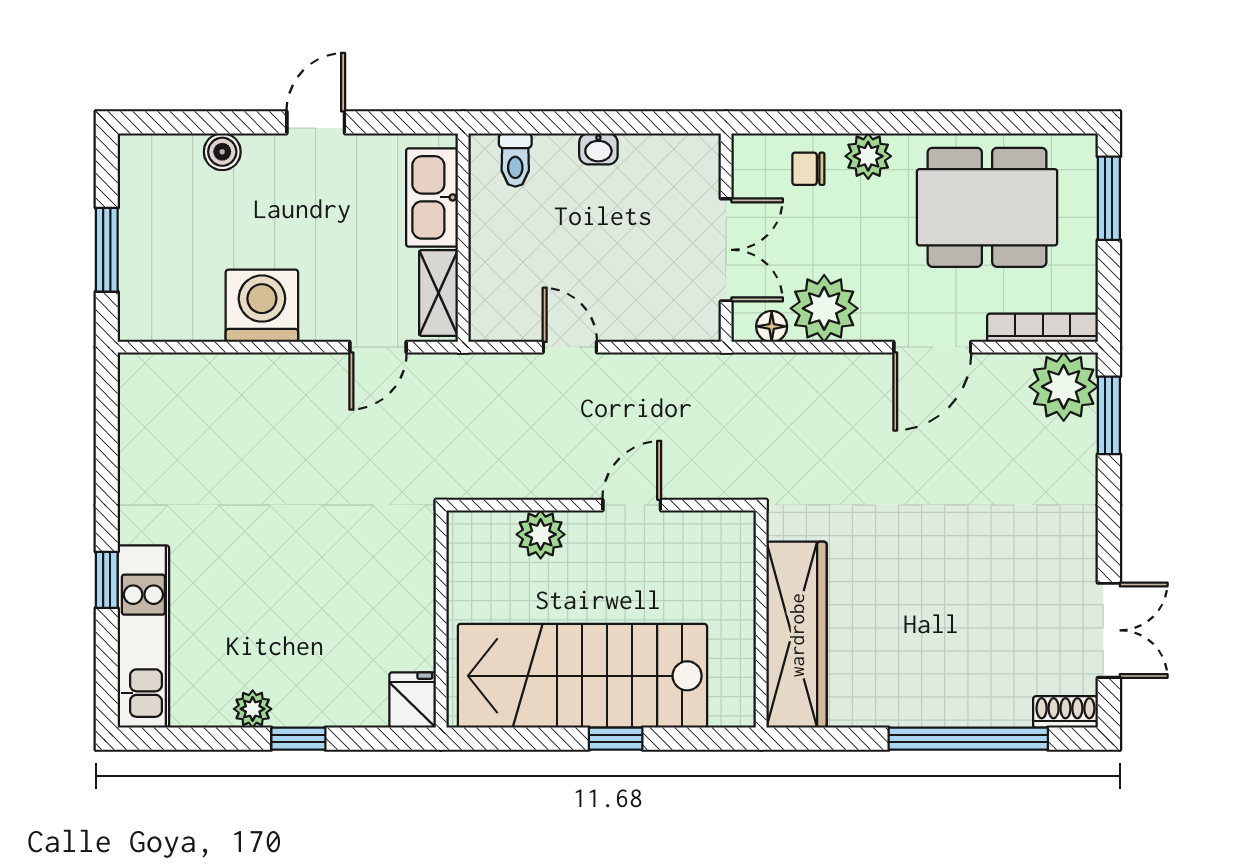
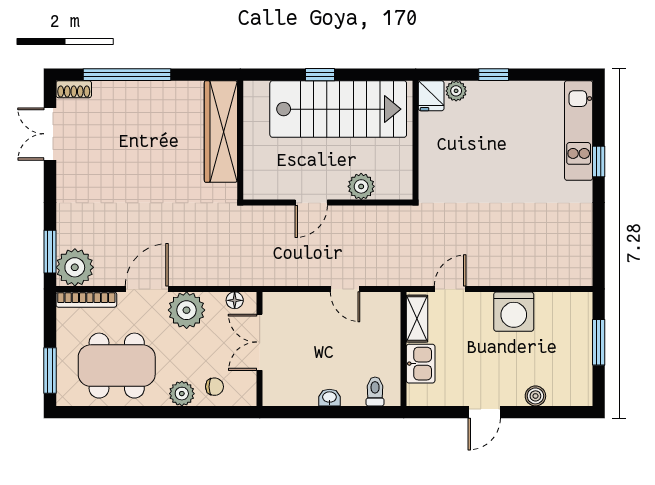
kitchen sink: (432, 197) -> (421, 364), width x0.73
plant: (824, 308) -> (187, 310), moved
plant: (253, 709) -> (456, 91), moved

